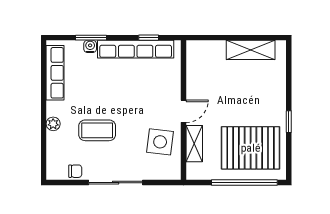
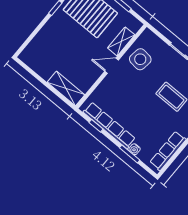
shelving: (251, 50) -> (66, 88), moved

